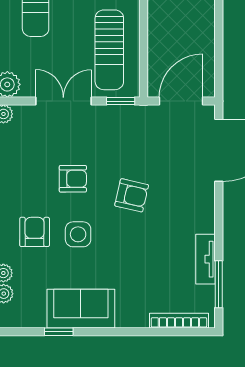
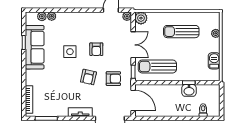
armchair: (35, 232) -> (113, 79), moved
tv unit: (206, 259) -> (80, 112), moved
sofa: (81, 309) -> (35, 47), width x1.36

